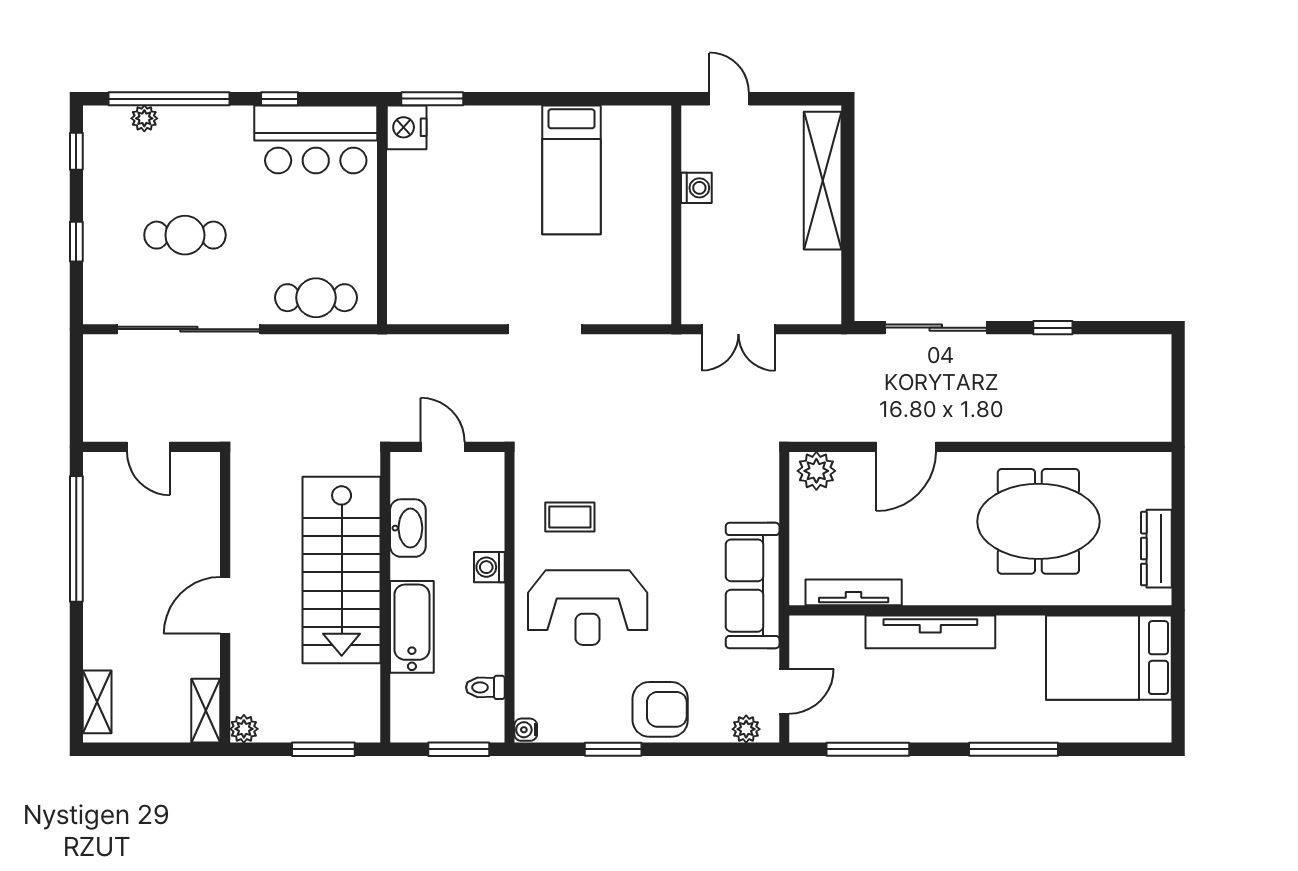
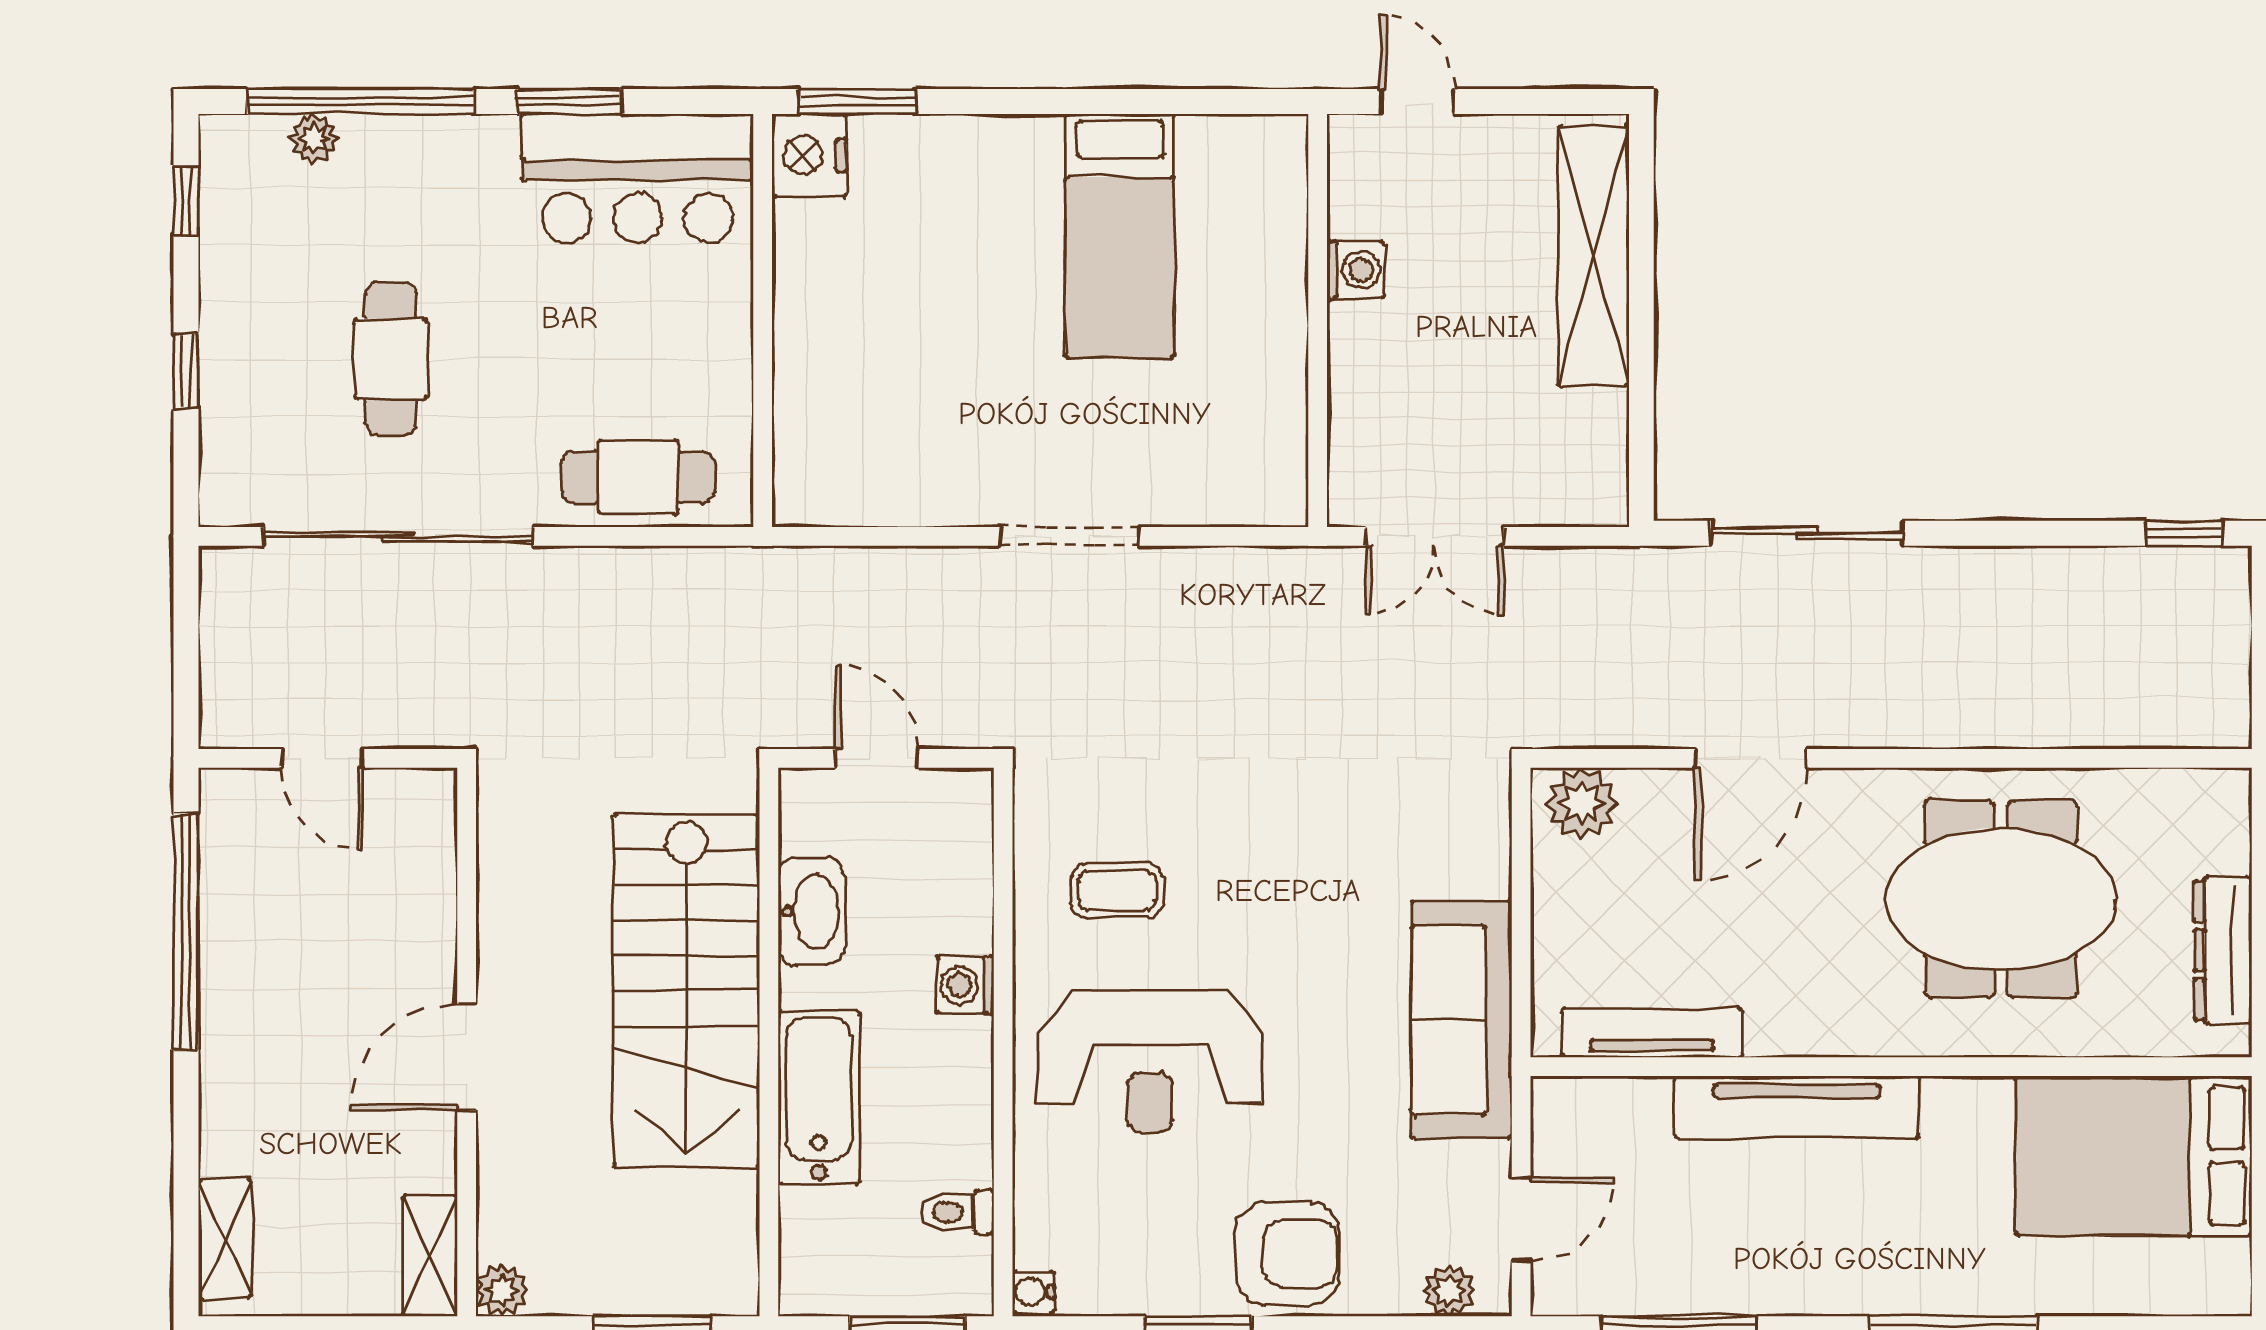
window: (279, 99) -> (569, 101), width x1.50
cafe table: (185, 235) -> (391, 359), turned 90
window: (1053, 328) -> (2184, 533), moved

